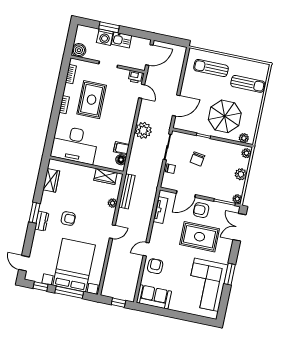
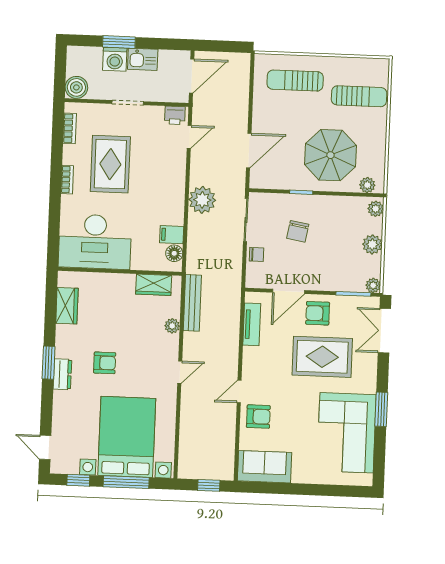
door: (142, 91) -> (189, 137), hinge flipped
armchair: (155, 266) -> (258, 417), turned 90

